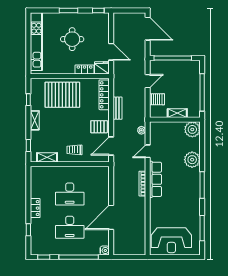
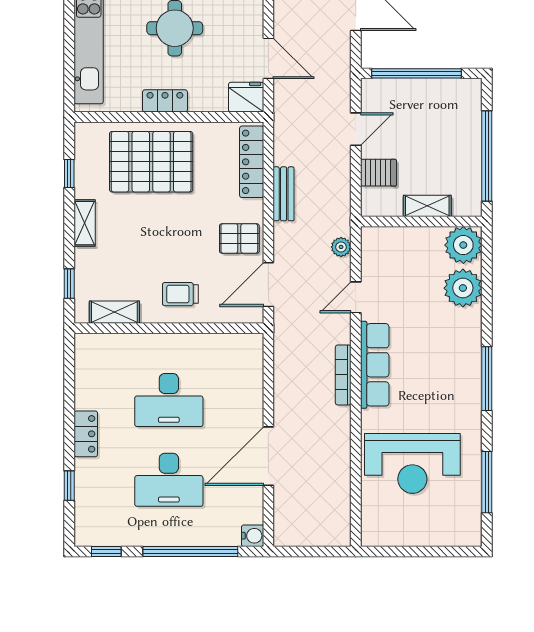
locker: (85, 69) -> (165, 101), moved
plant: (192, 160) -> (463, 288), moved
reception desk: (171, 240) -> (412, 463), moved

